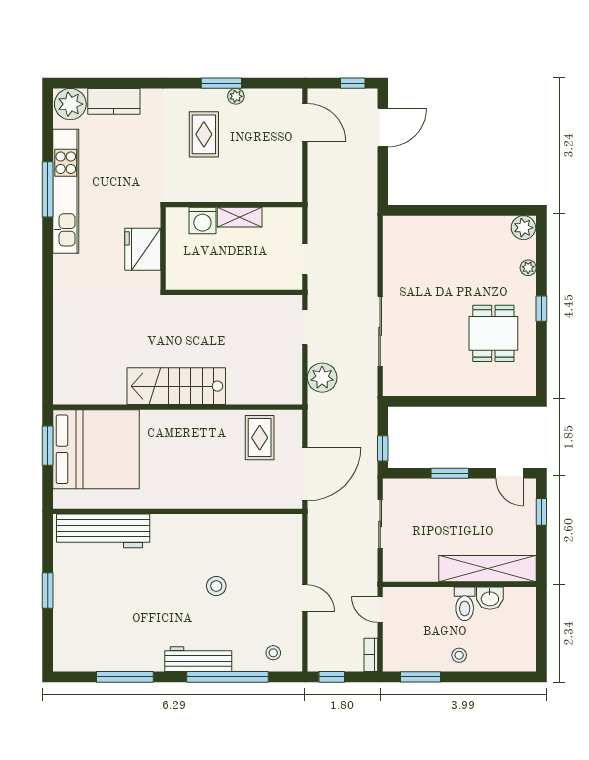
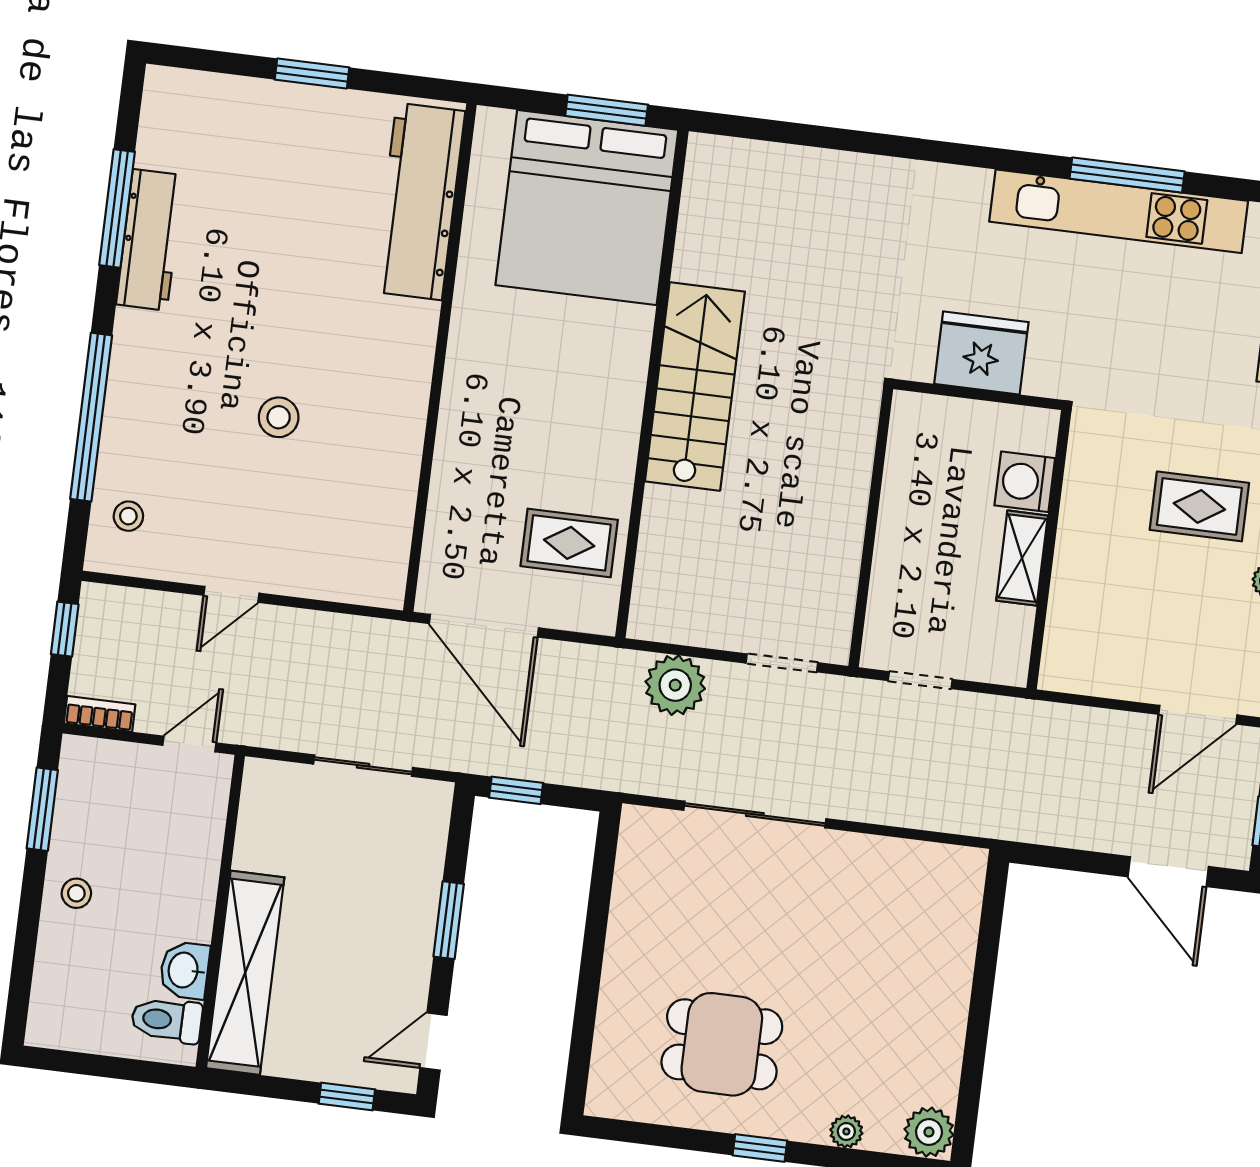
toilet: (465, 604) -> (167, 1020), moved
workbench: (198, 659) -> (150, 240), moved

